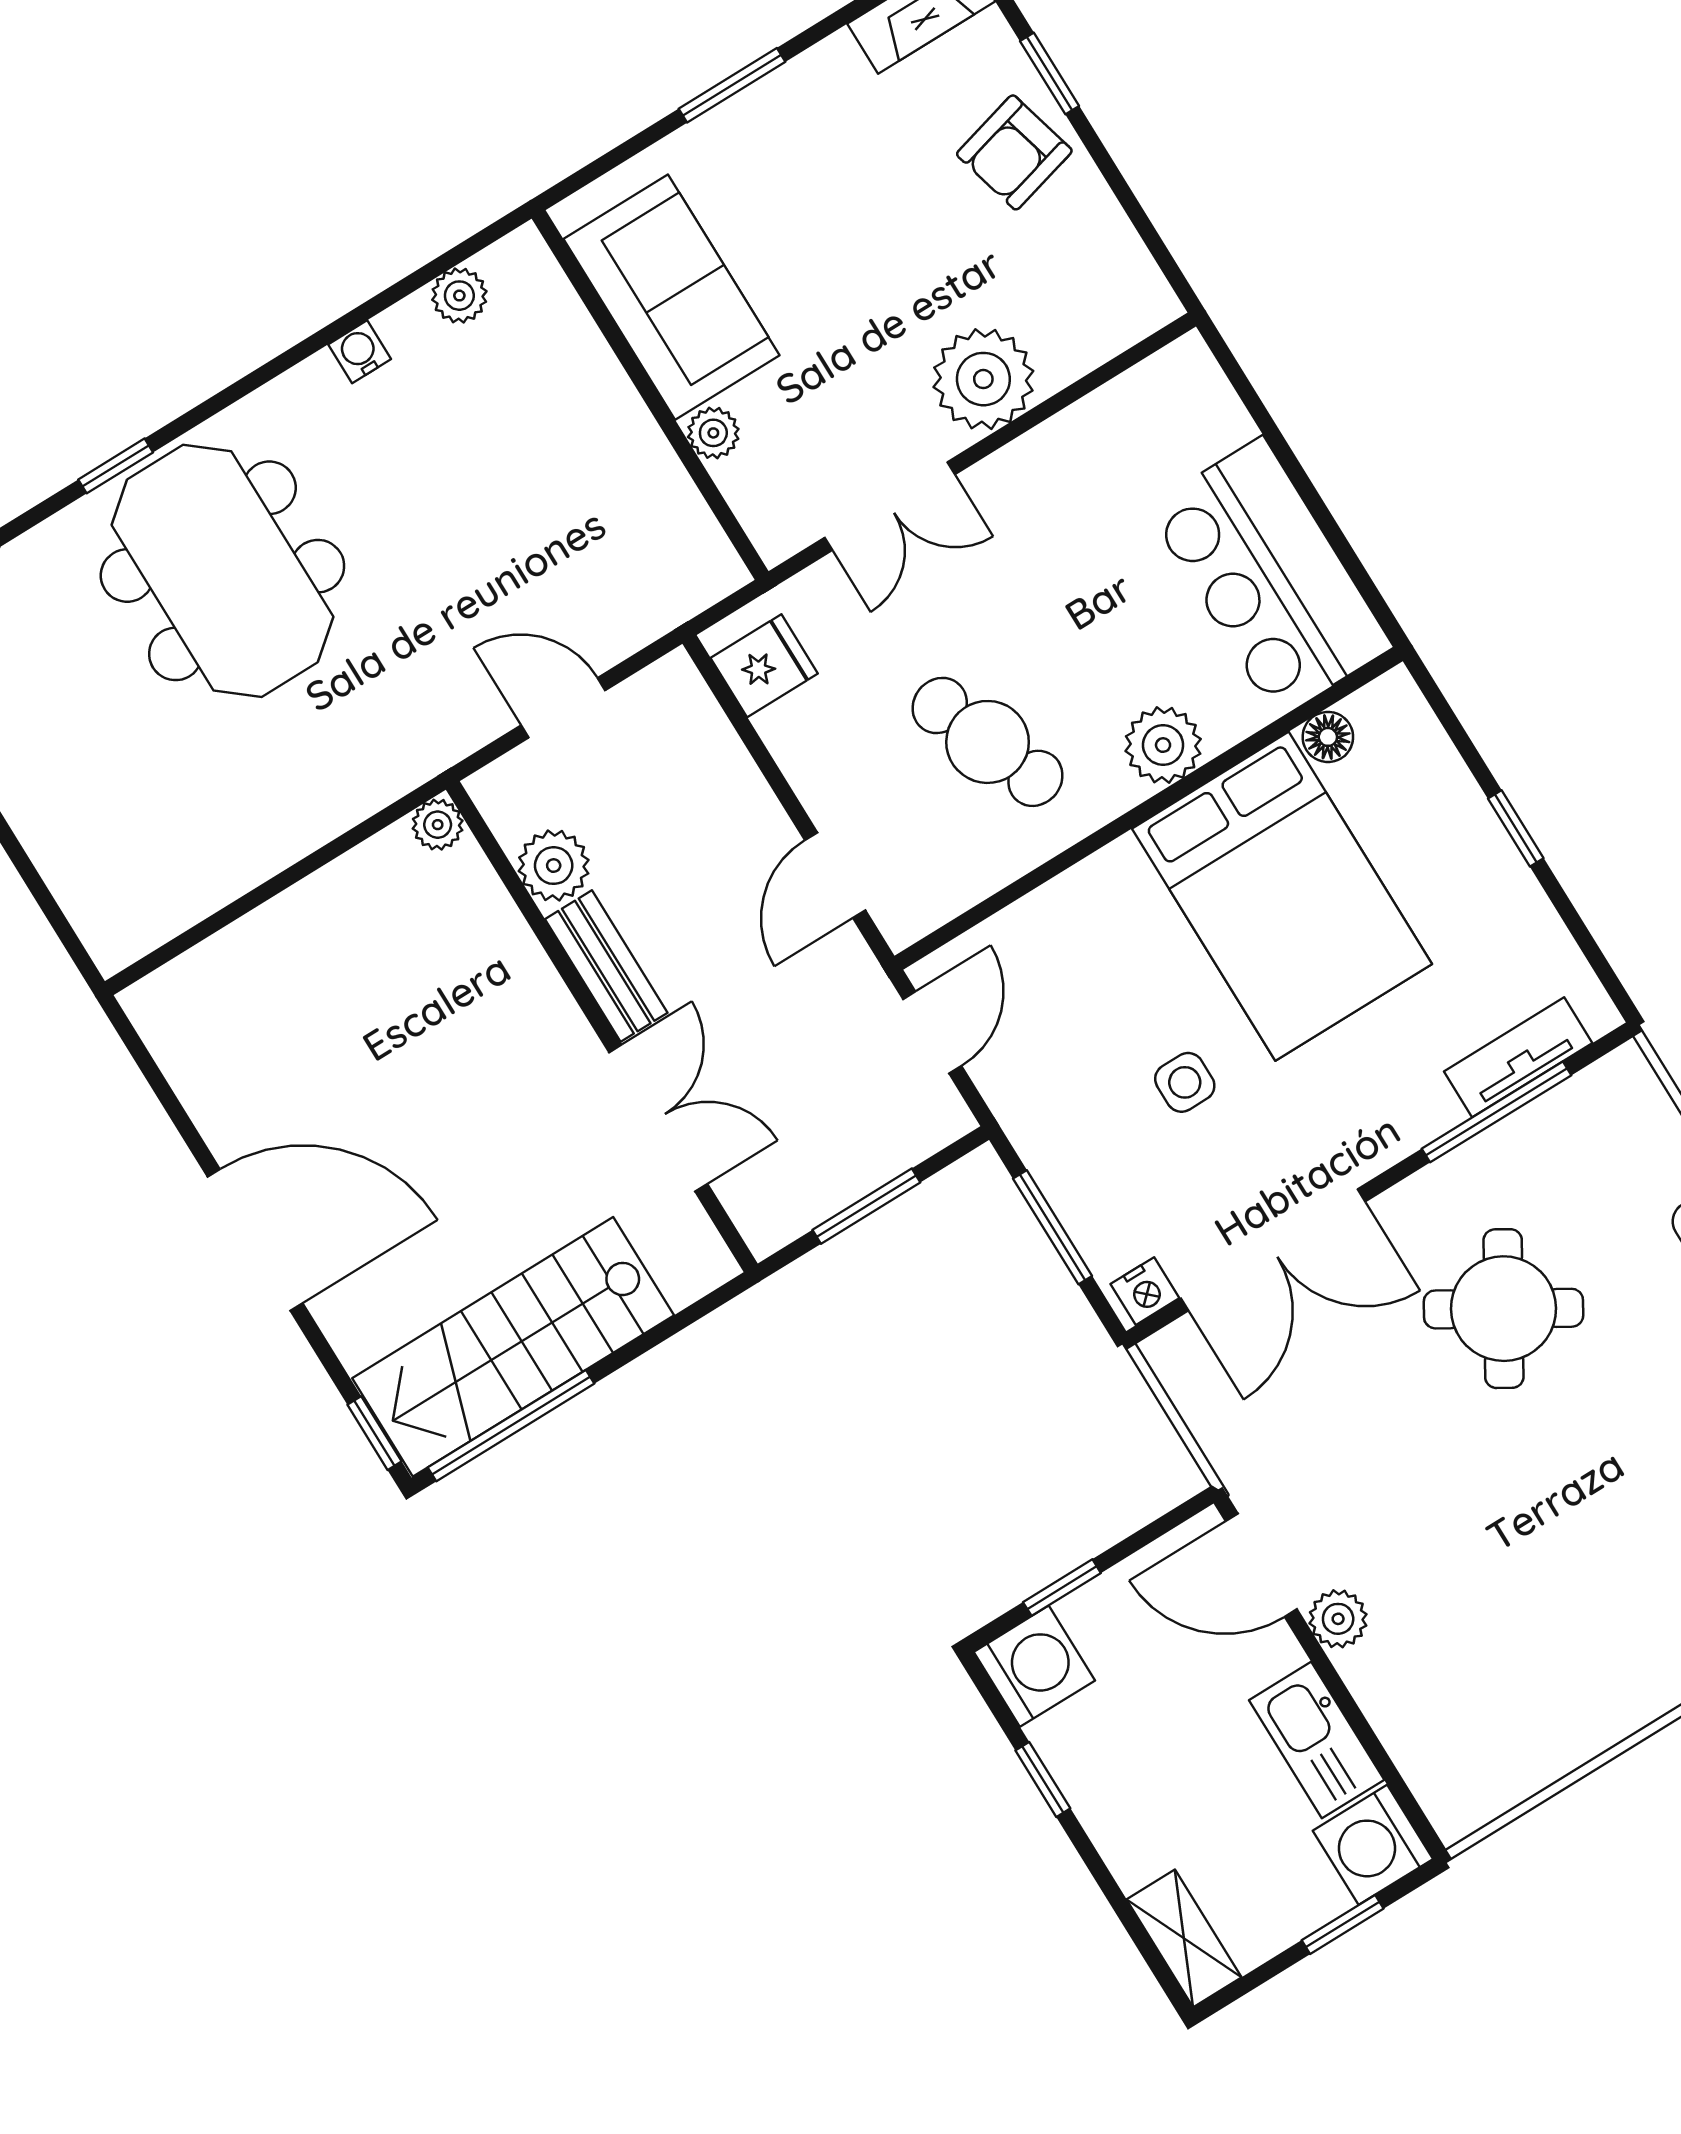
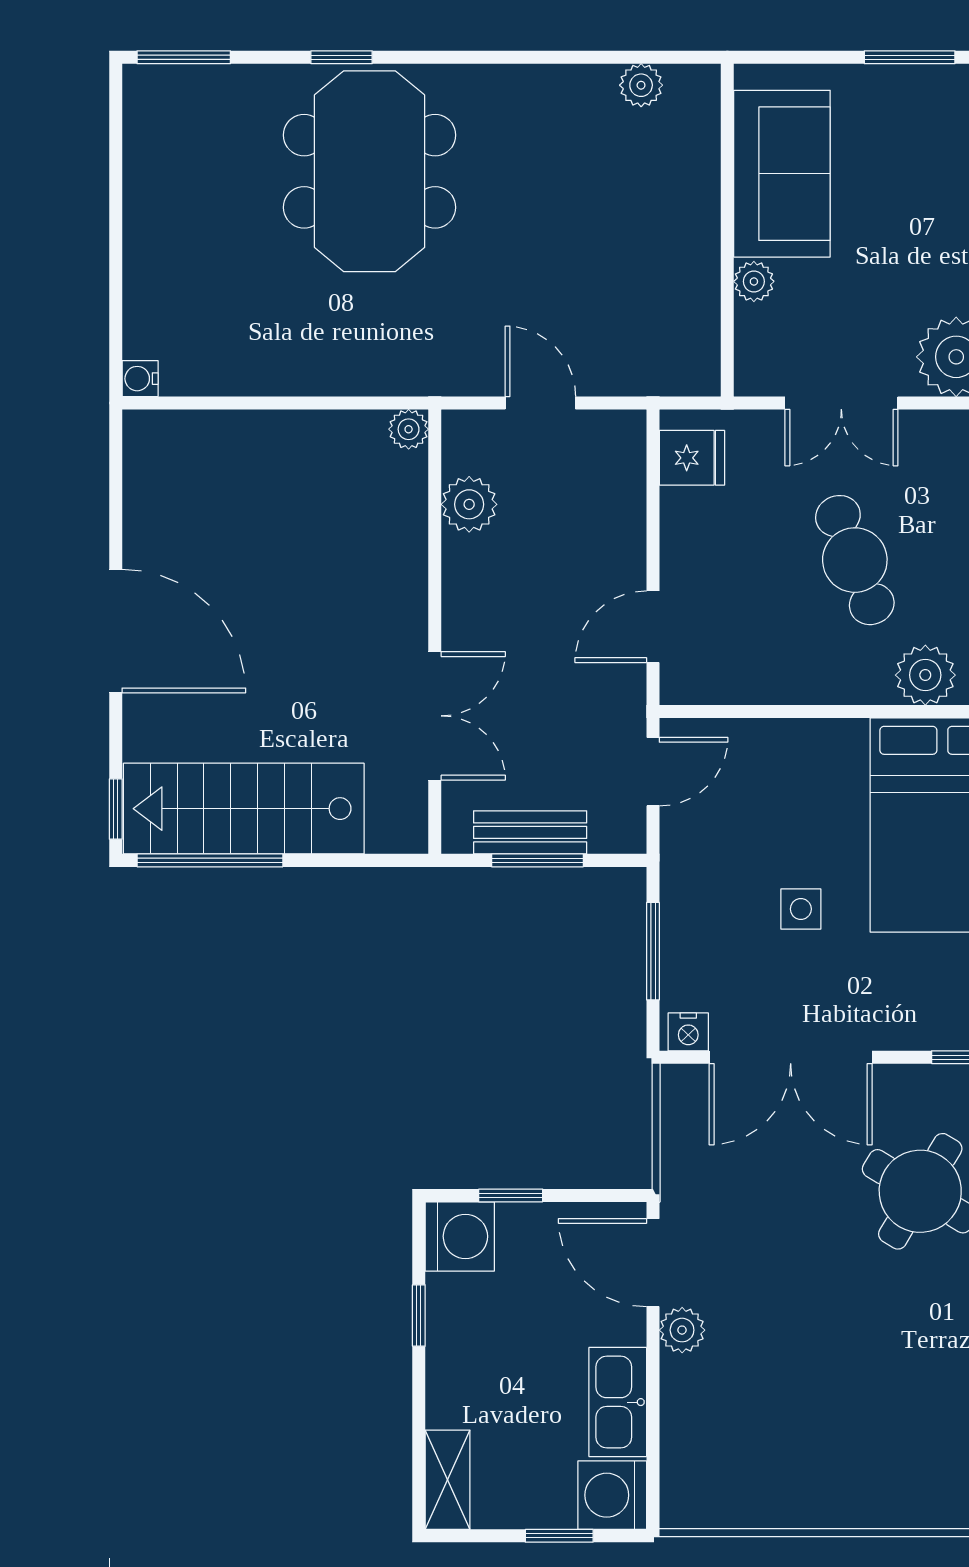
water cooler: (360, 352) -> (140, 379), moved, turned -90
cafe table: (988, 742) -> (855, 560), moved
bench: (606, 966) -> (530, 832), moved, turned 90

